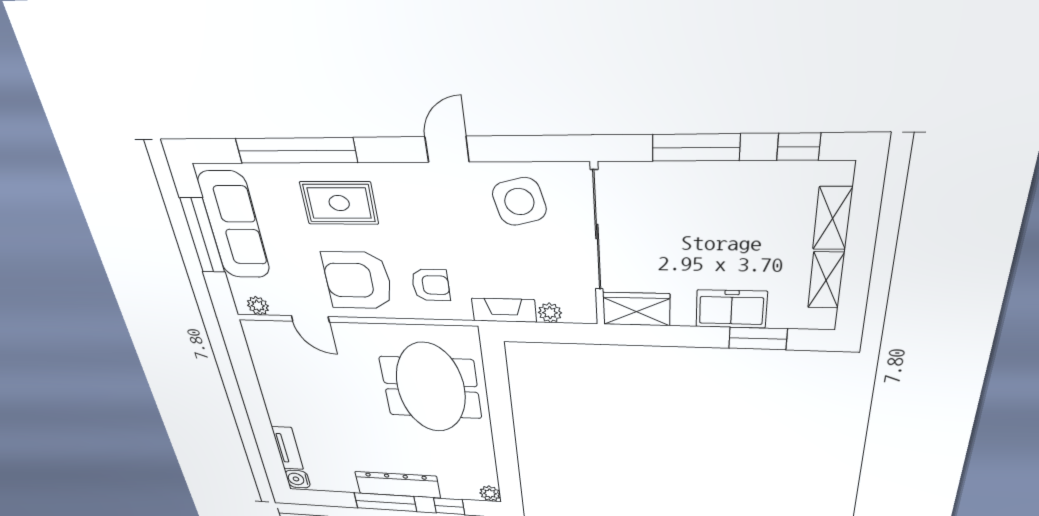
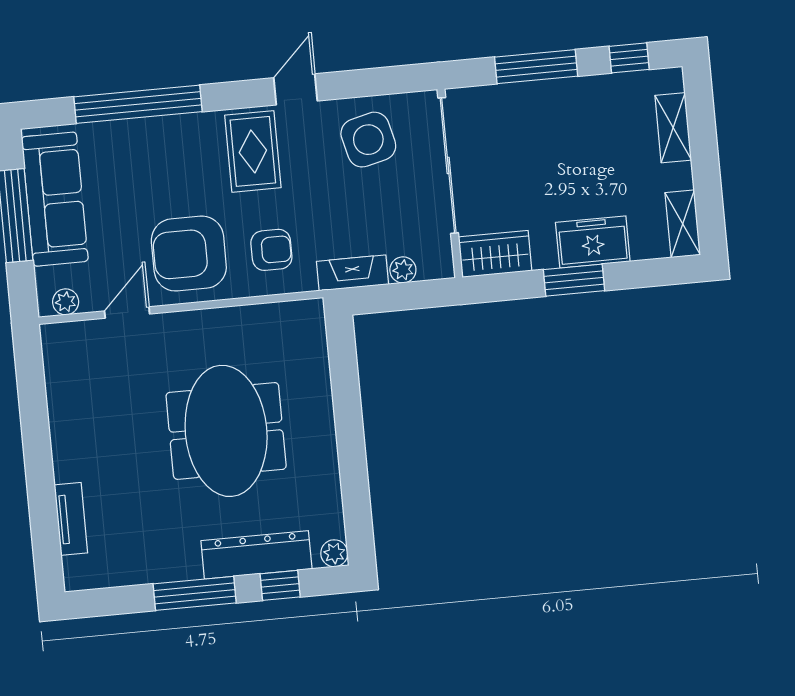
rug: (339, 203) -> (253, 151), moved, turned 90
shelving: (826, 280) -> (683, 224), moved
door: (310, 319) -> (127, 312), swing flipped
window: (758, 339) -> (574, 280), moved
meeting table: (431, 388) -> (226, 431), moved
water cooler: (298, 479) -> (78, 572), removed
dresser: (398, 485) -> (256, 555), moved

